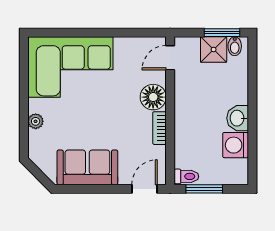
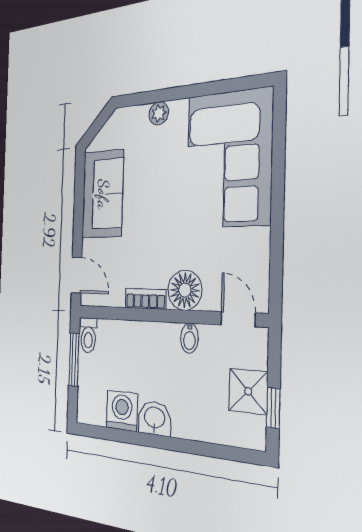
window: (222, 33) -> (273, 408), width x0.67
bidet: (235, 46) -> (189, 338), moved, turned -90

